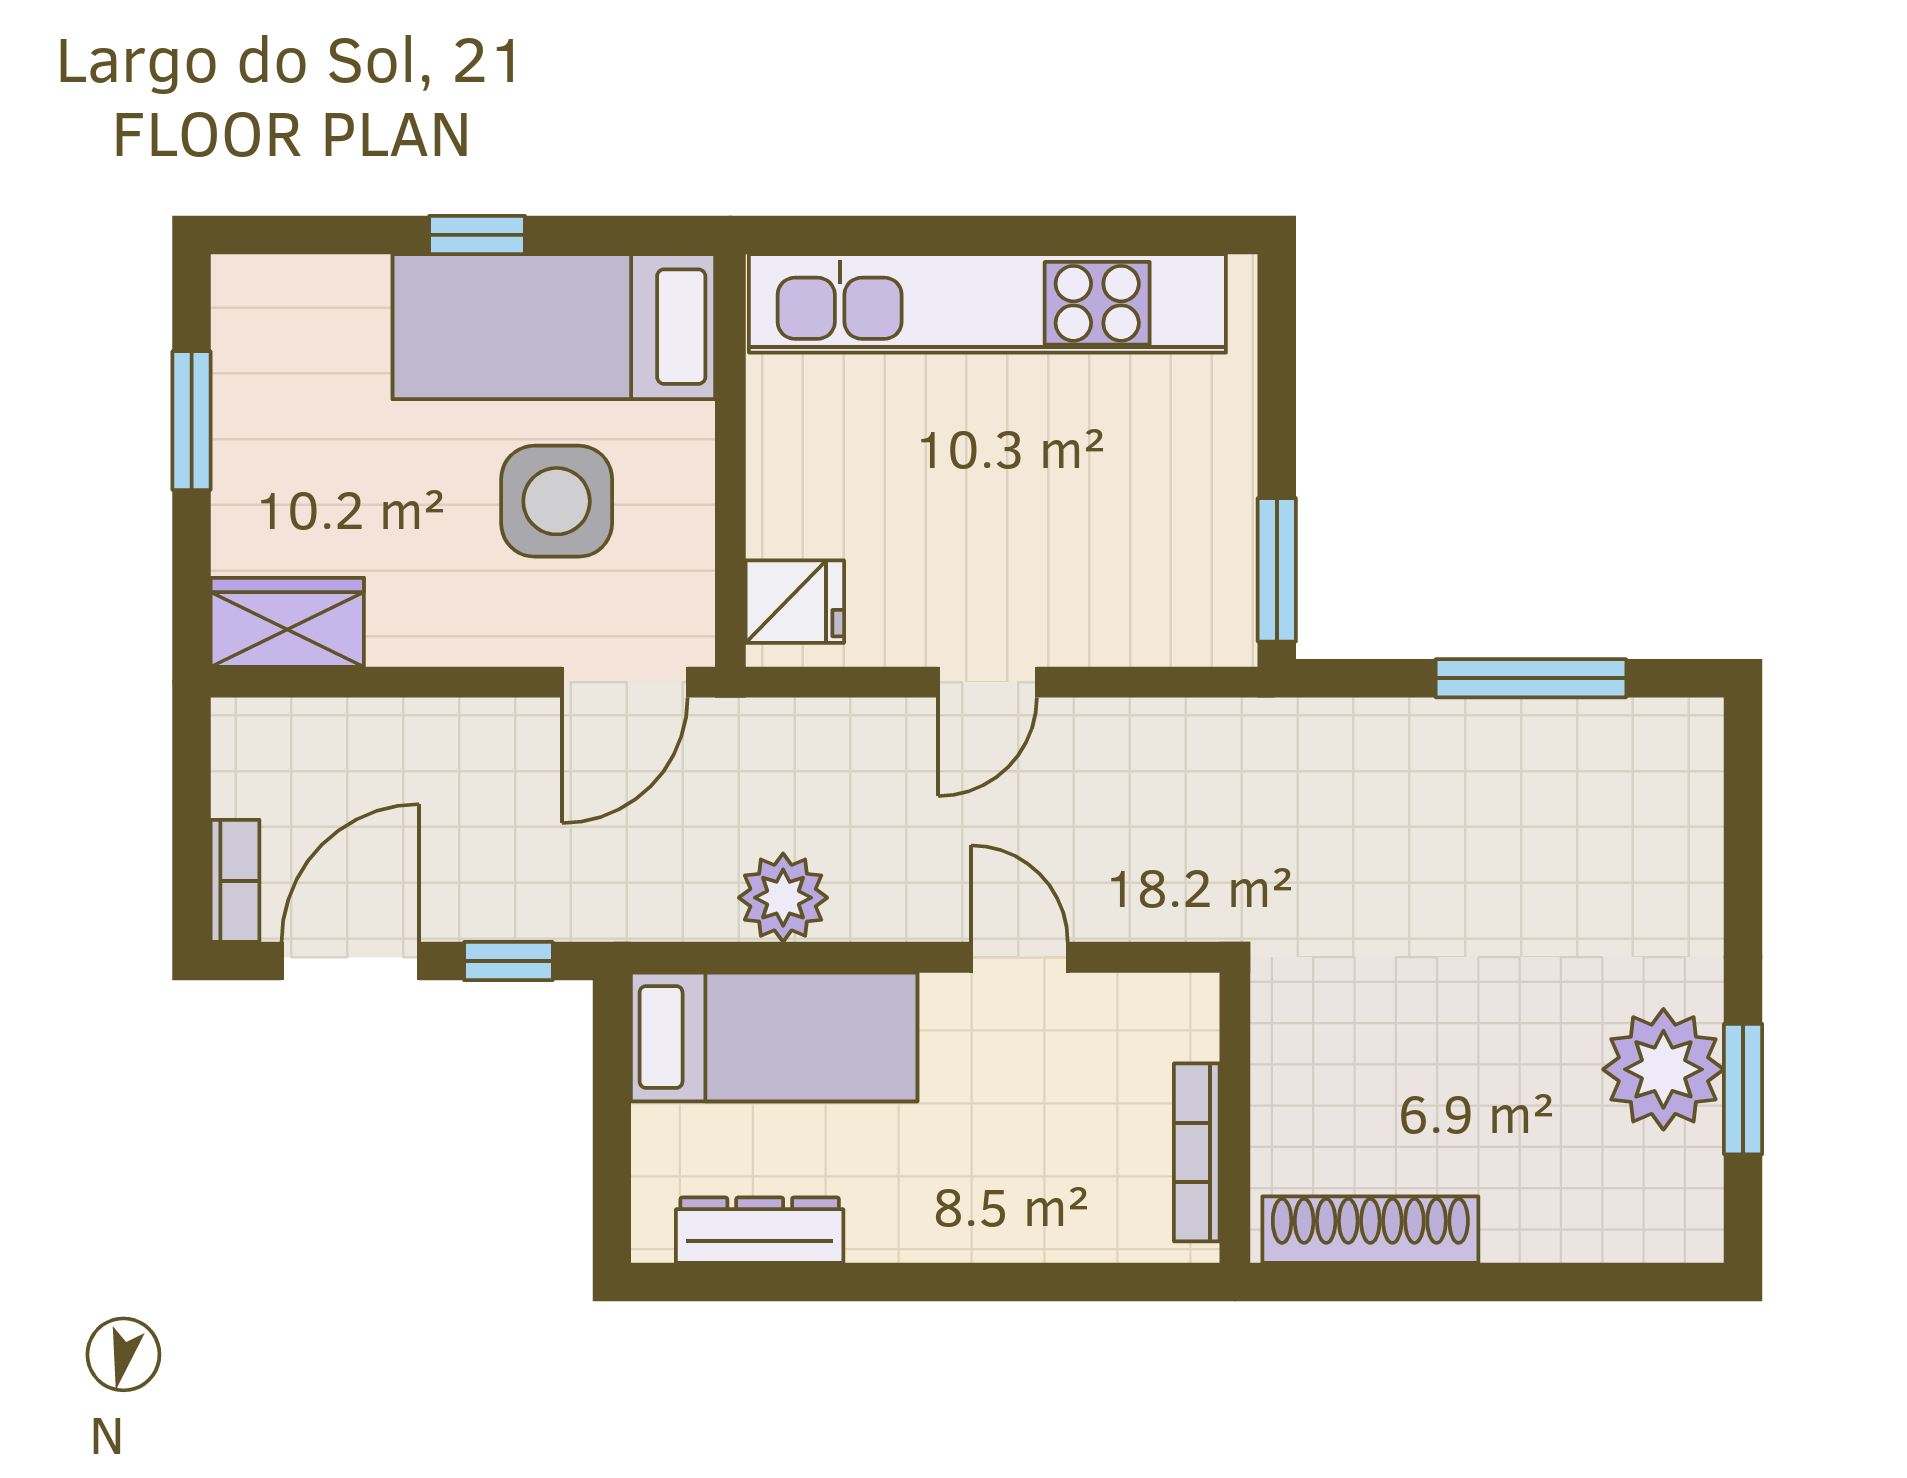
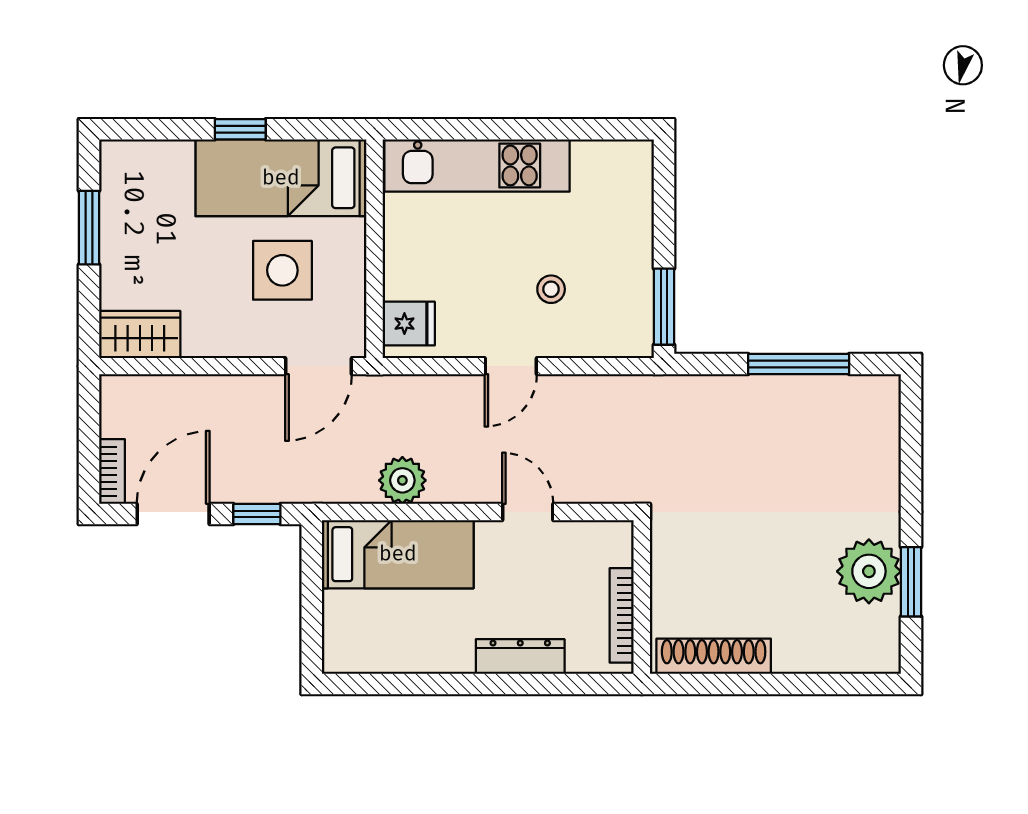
kitchen unit: (987, 303) -> (477, 165), width x0.73
stool: (1064, 537) -> (551, 289), added
dresser: (760, 1230) -> (520, 657), moved

